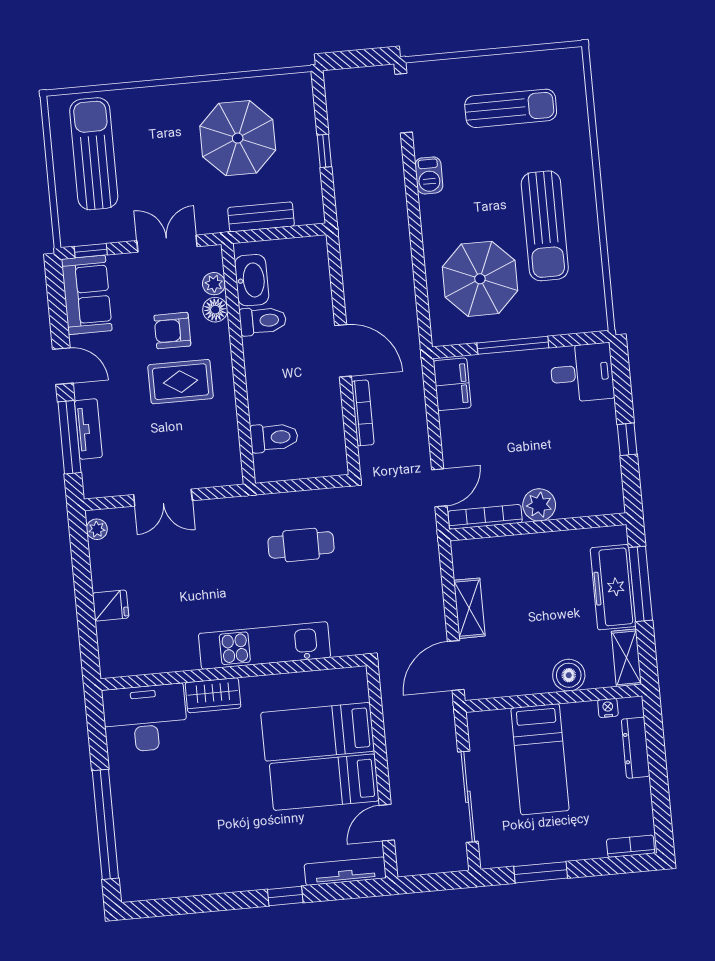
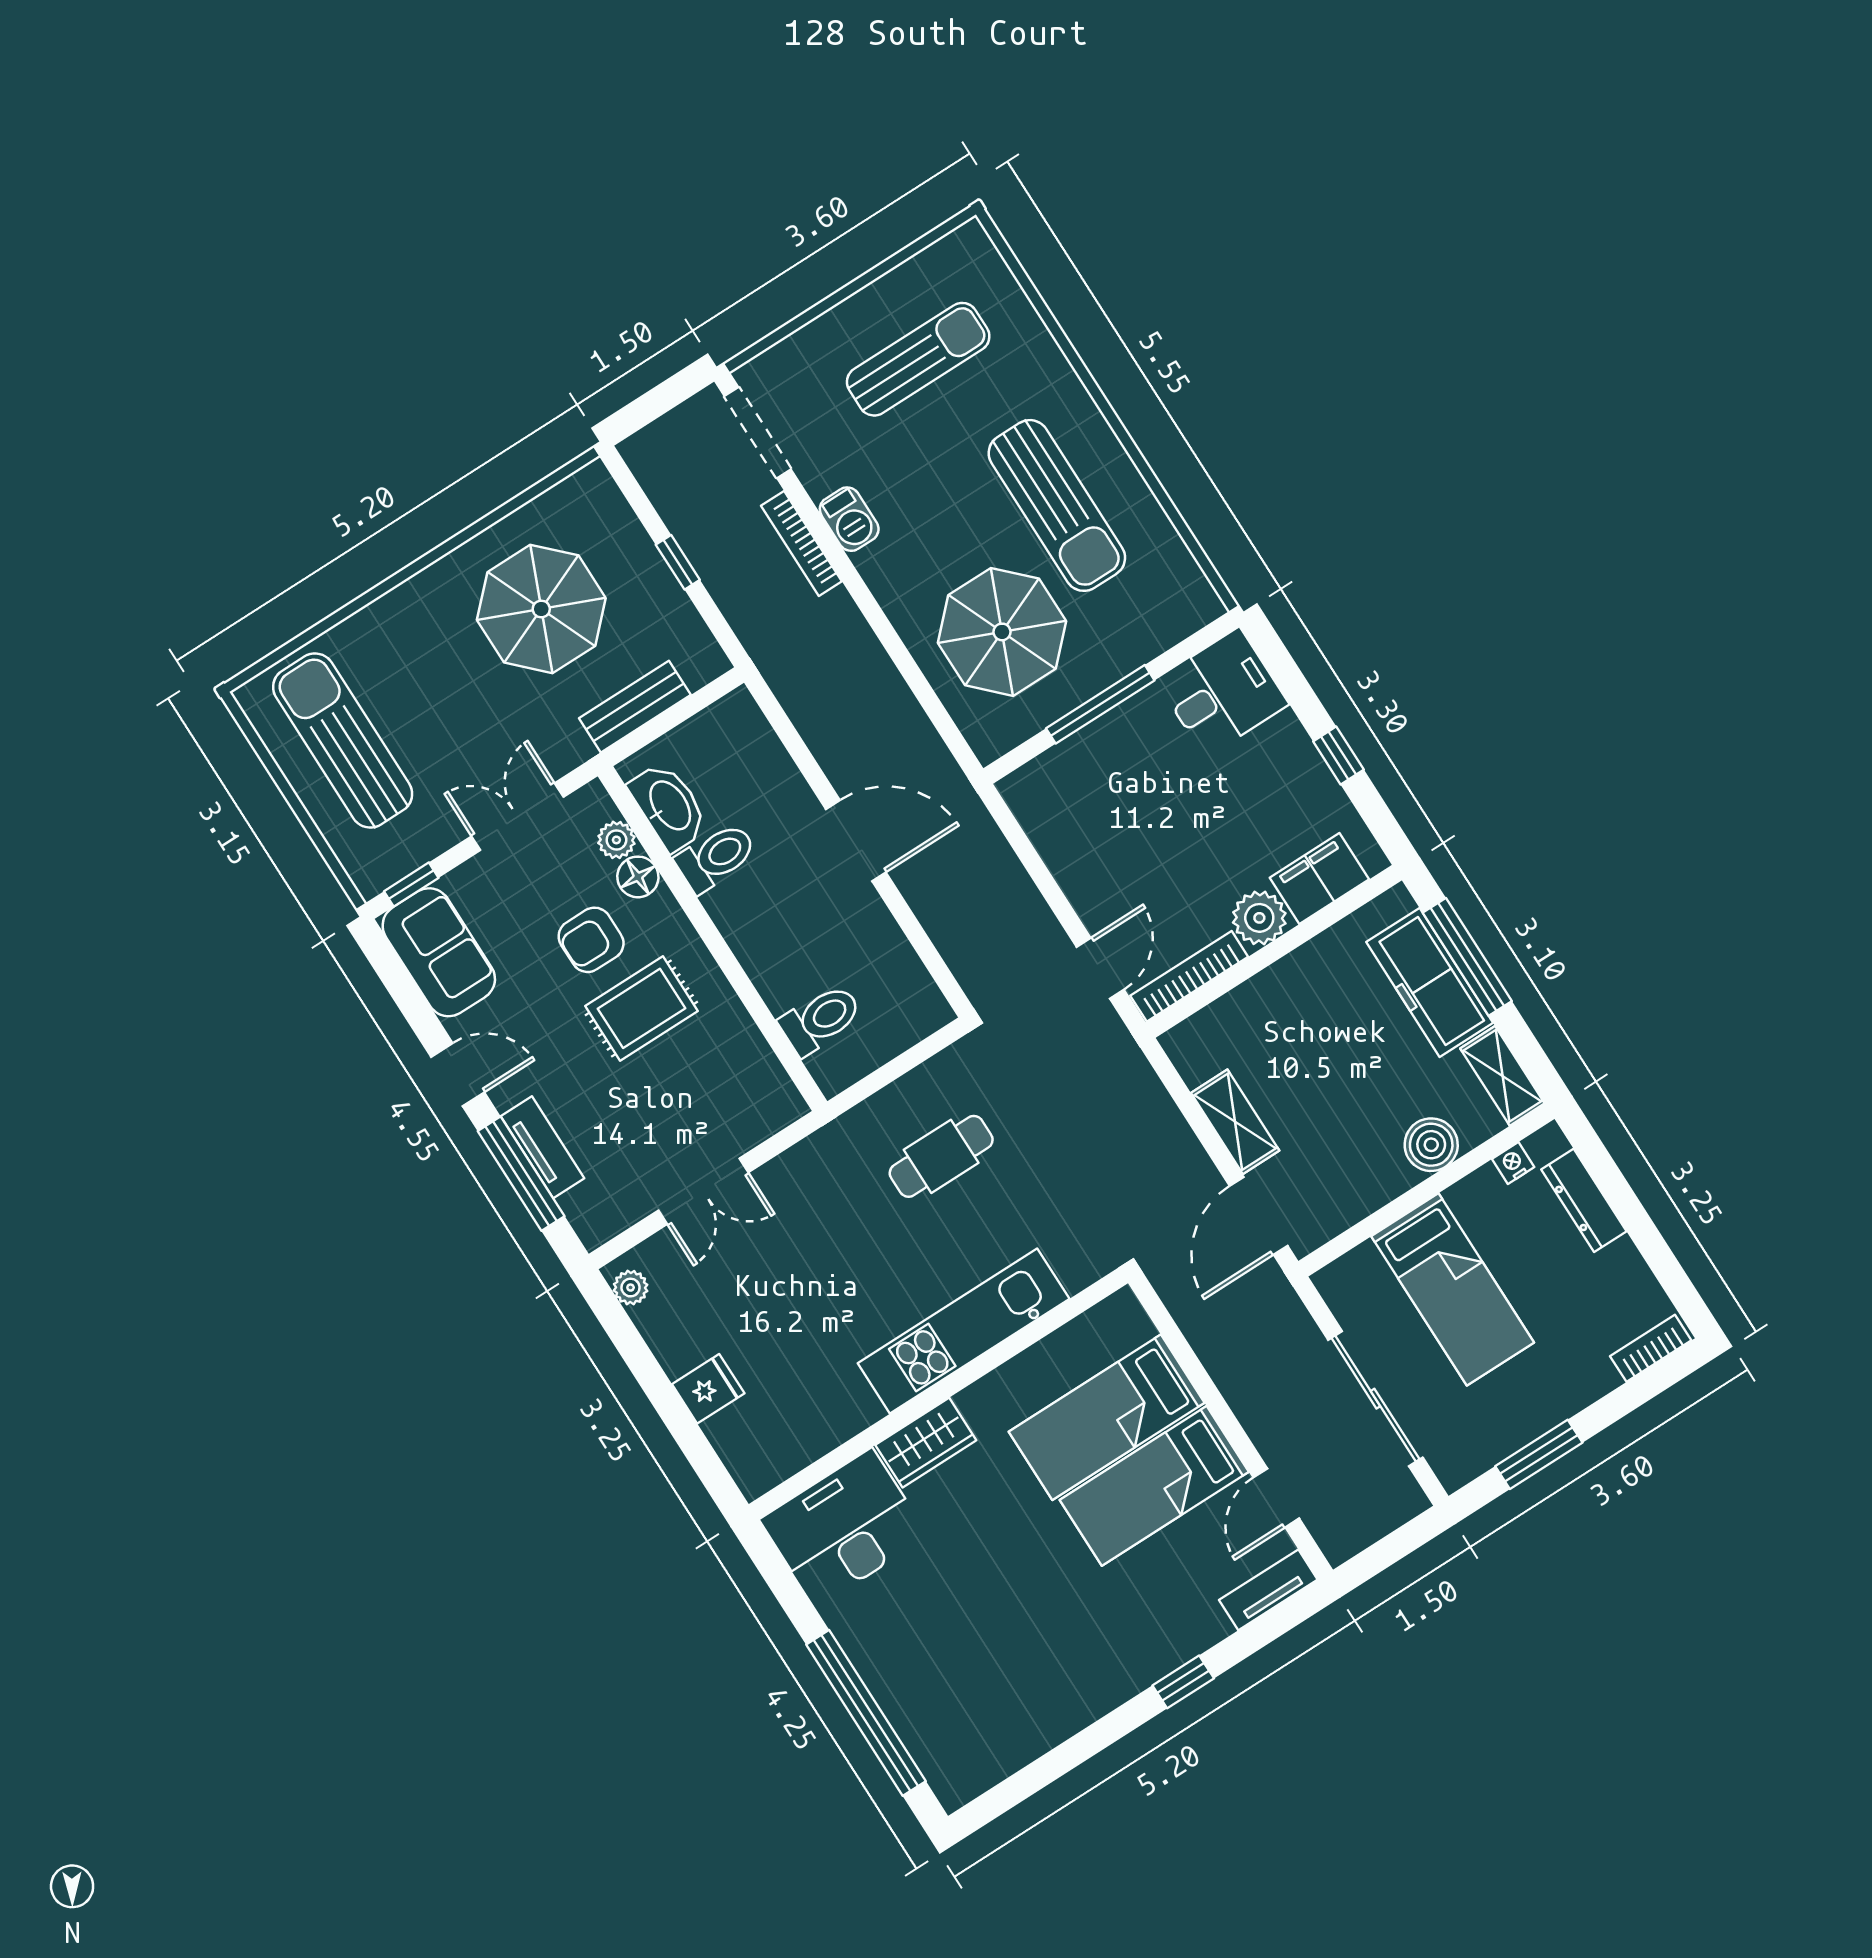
filing cabinet: (452, 384) -> (1319, 878), moved, turned -90
bookcase: (363, 413) -> (801, 544), moved, turned 180
tv unit: (345, 871) -> (1268, 1590), width x0.71

